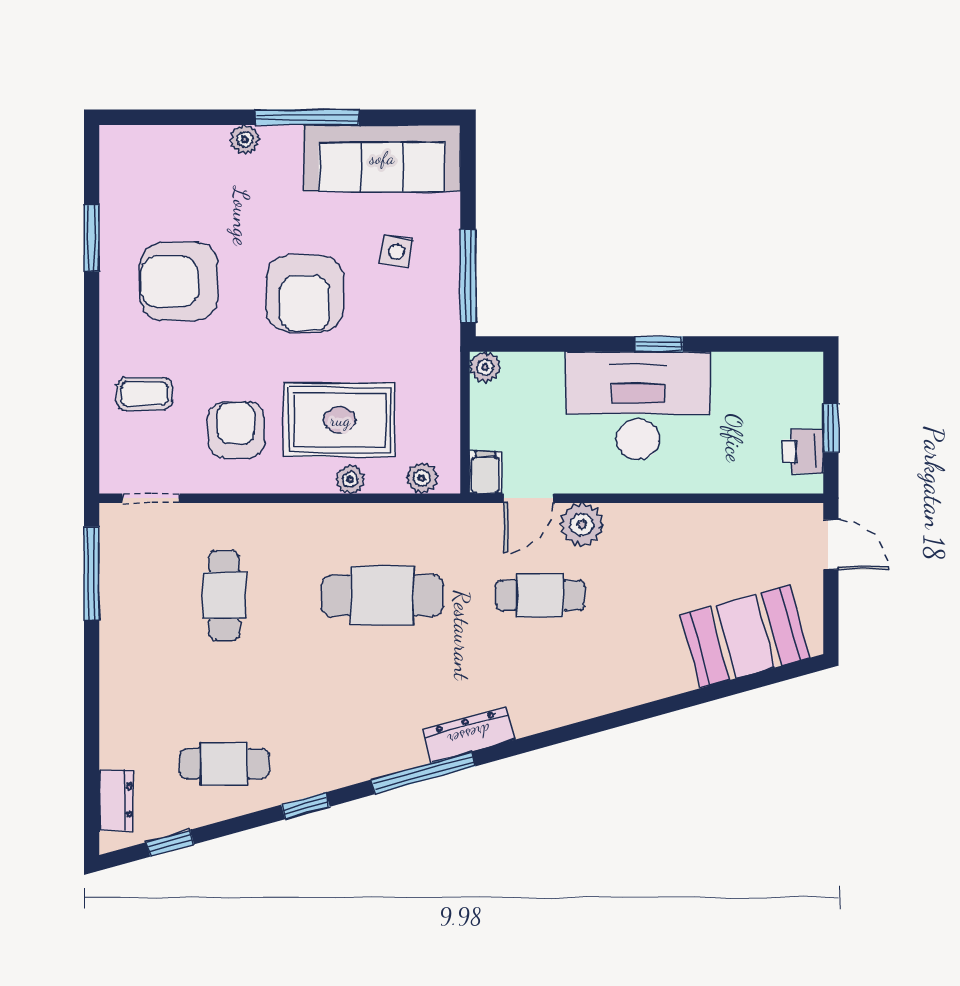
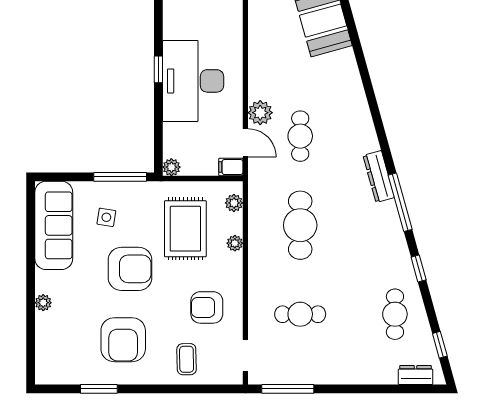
window: (307, 117) -> (31, 268), removed
rug: (340, 420) -> (185, 229), moved

